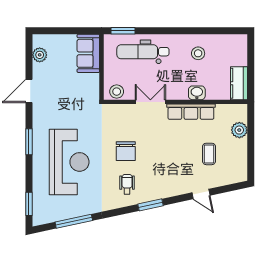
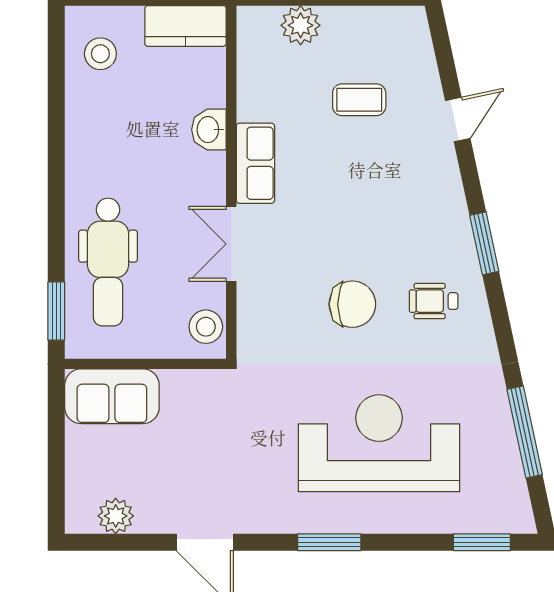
stool: (198, 53) -> (100, 54), moved
row of seats: (191, 112) -> (255, 163), width x0.68

